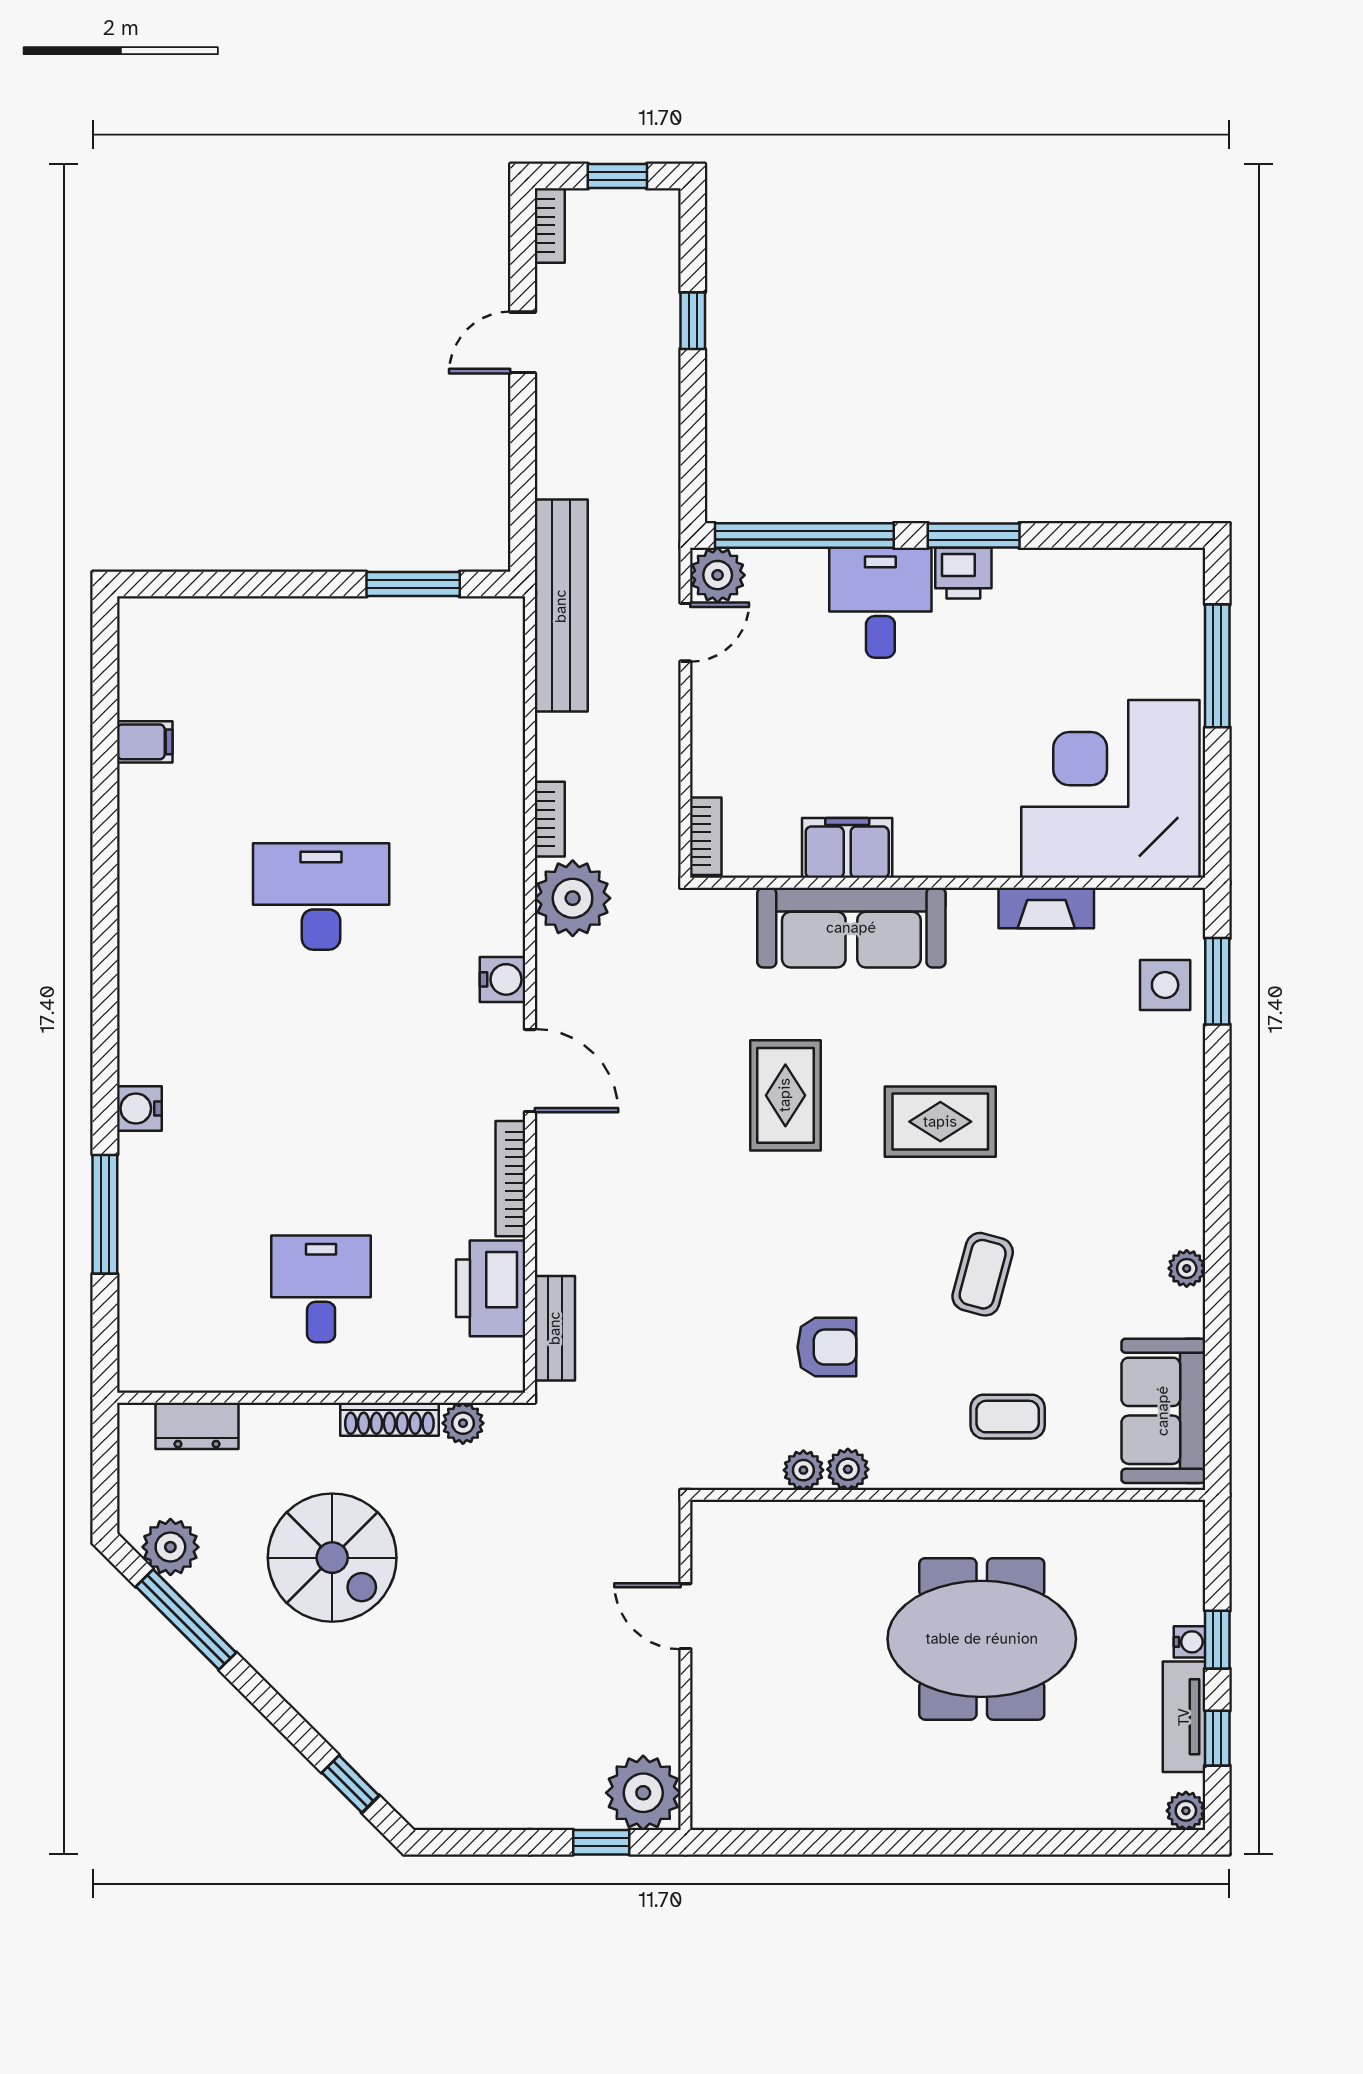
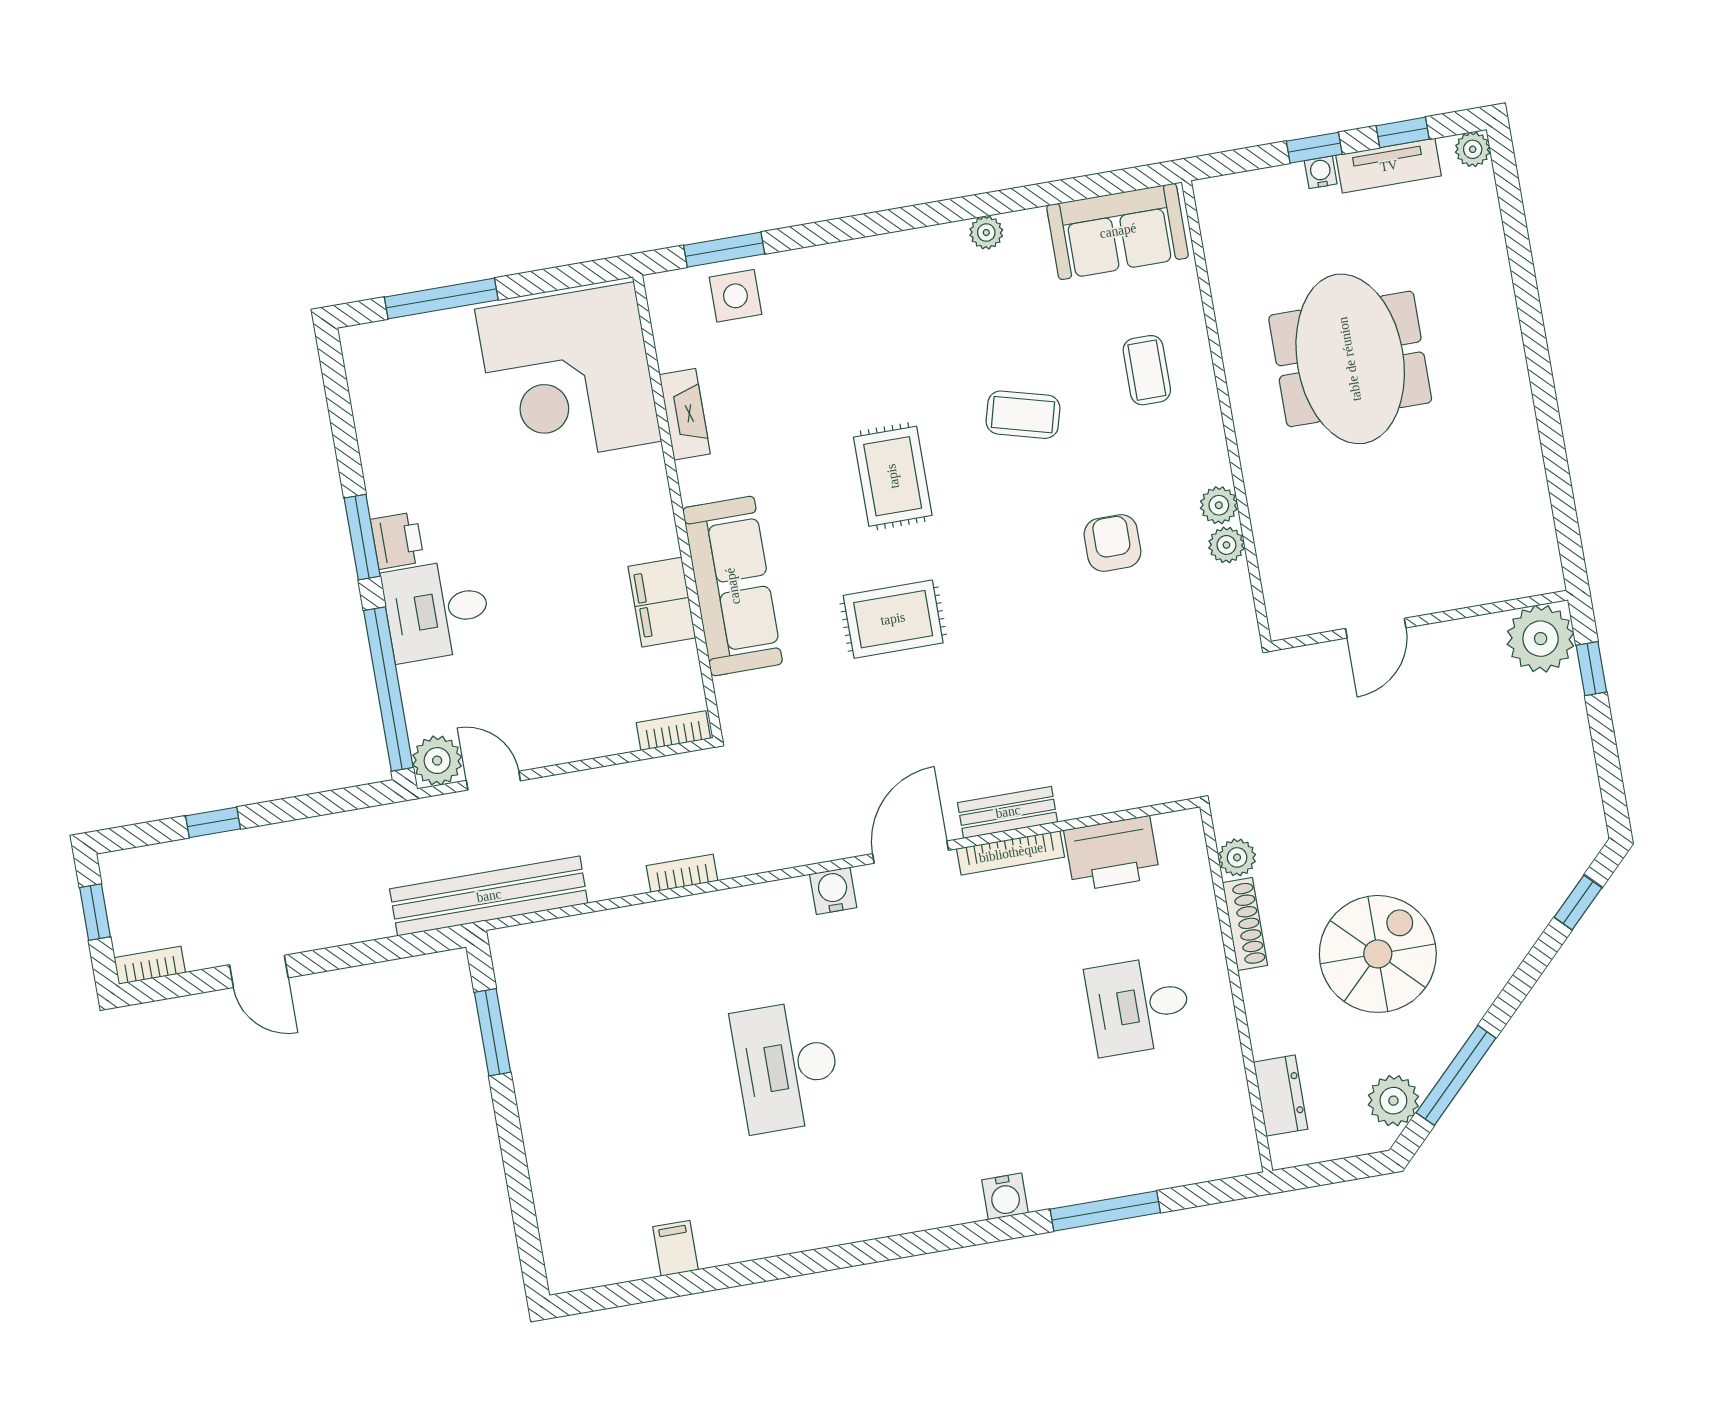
plant: (573, 898) -> (749, 841), removed
bench: (555, 1328) -> (1008, 812), moved

